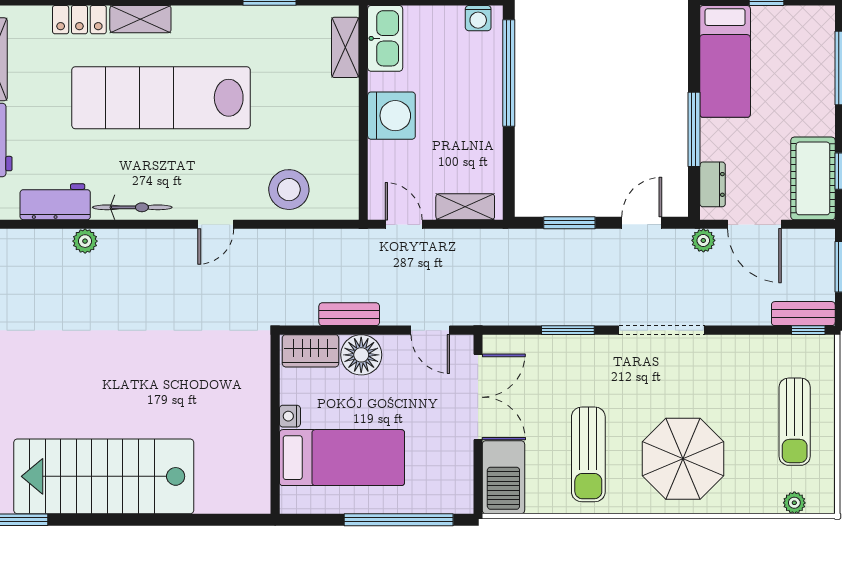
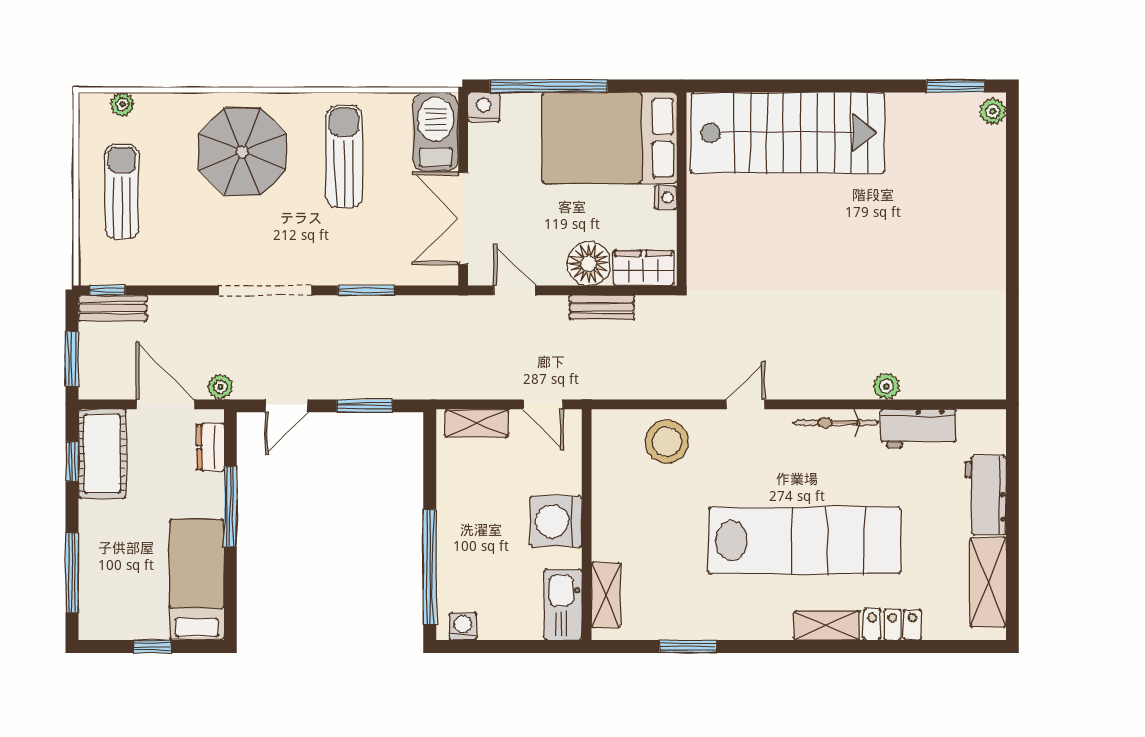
bed: (342, 458) -> (609, 138), width x1.50
stairs: (104, 476) -> (788, 133), moved
nightstand: (459, 500) -> (484, 107), added

